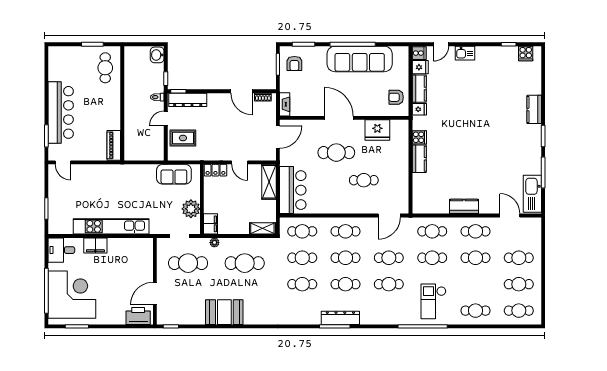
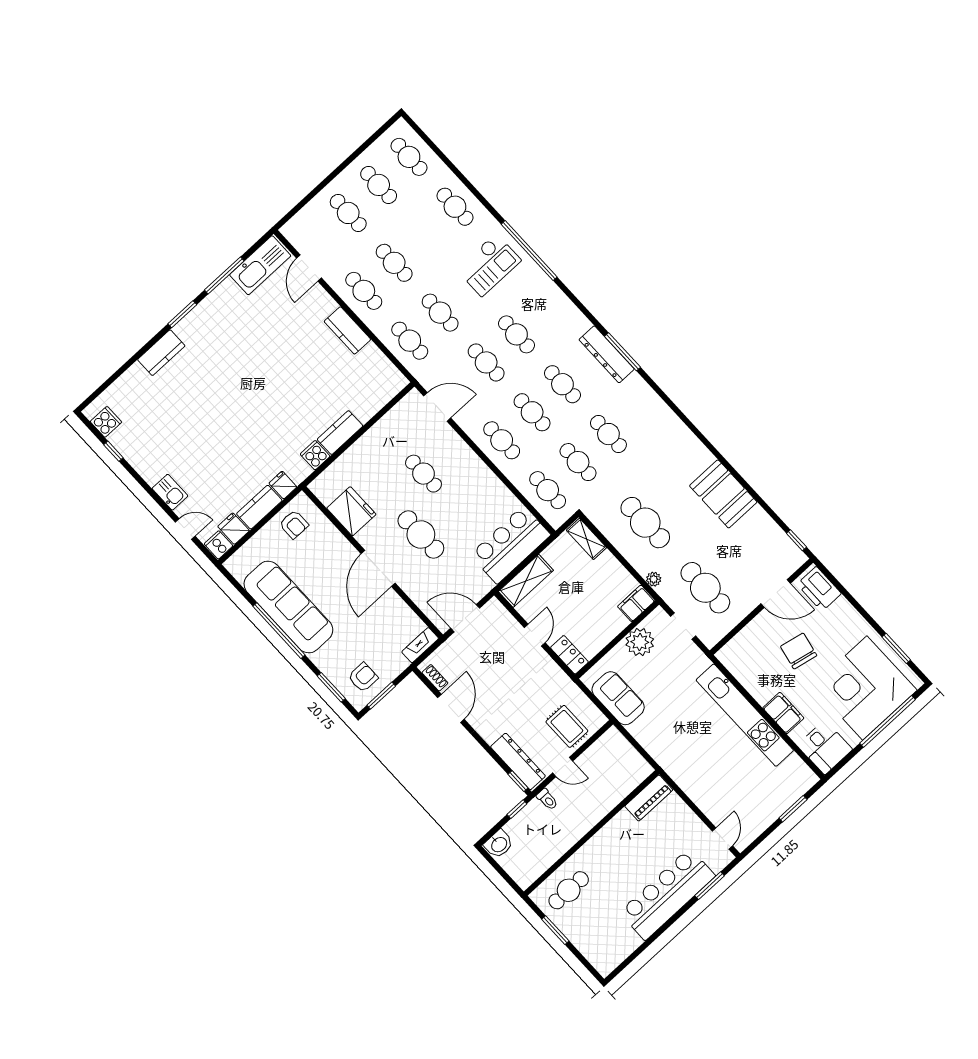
chair: (118, 279) -> (799, 651), added

